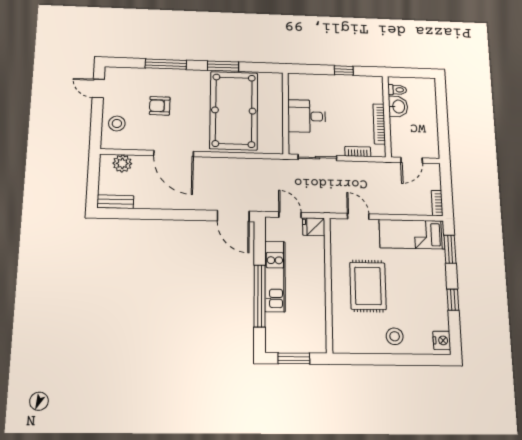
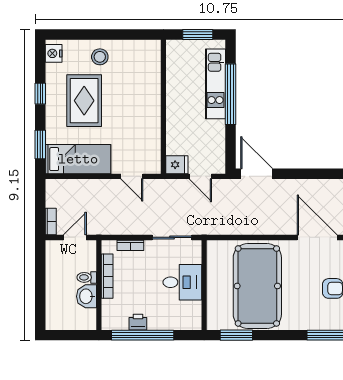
window: (223, 66) -> (236, 335), moved
window: (344, 70) -> (143, 335), width x3.17
printer: (348, 82) -> (138, 322), added
toilet: (397, 90) -> (87, 277), moved
bookcase: (437, 203) -> (51, 221), moved
kitchen unit: (275, 276) -> (216, 84), moved
rug: (368, 286) -> (84, 101), moved

